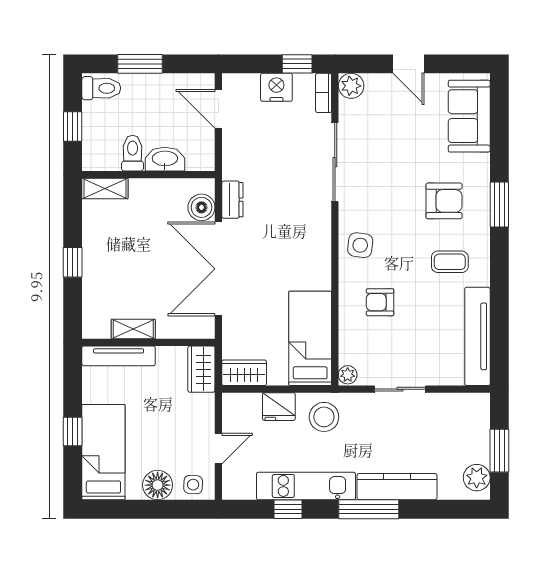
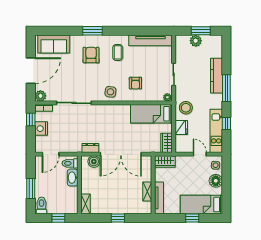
door: (408, 64) -> (31, 71), width x1.87
toilet: (133, 153) -> (70, 163), moved
plant: (477, 478) -> (196, 41), moved
kitchen unit: (306, 486) -> (216, 131), moved

